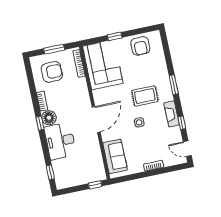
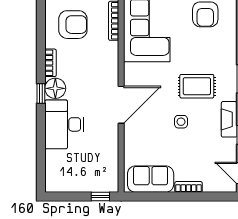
sofa: (115, 156) -> (151, 179), moved, turned -90
window: (50, 172) -> (41, 166), removed

